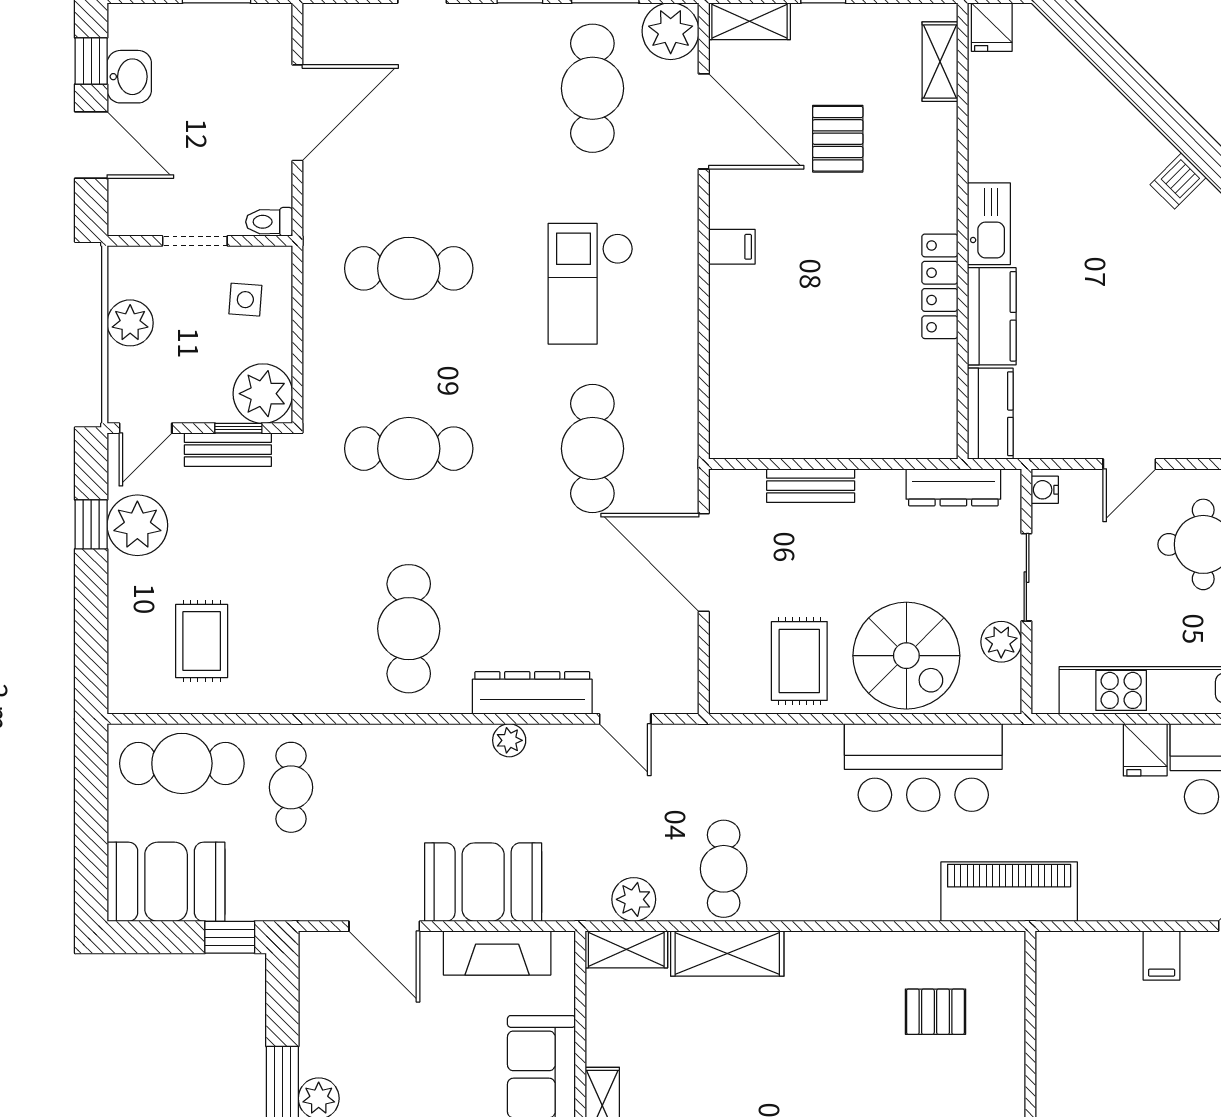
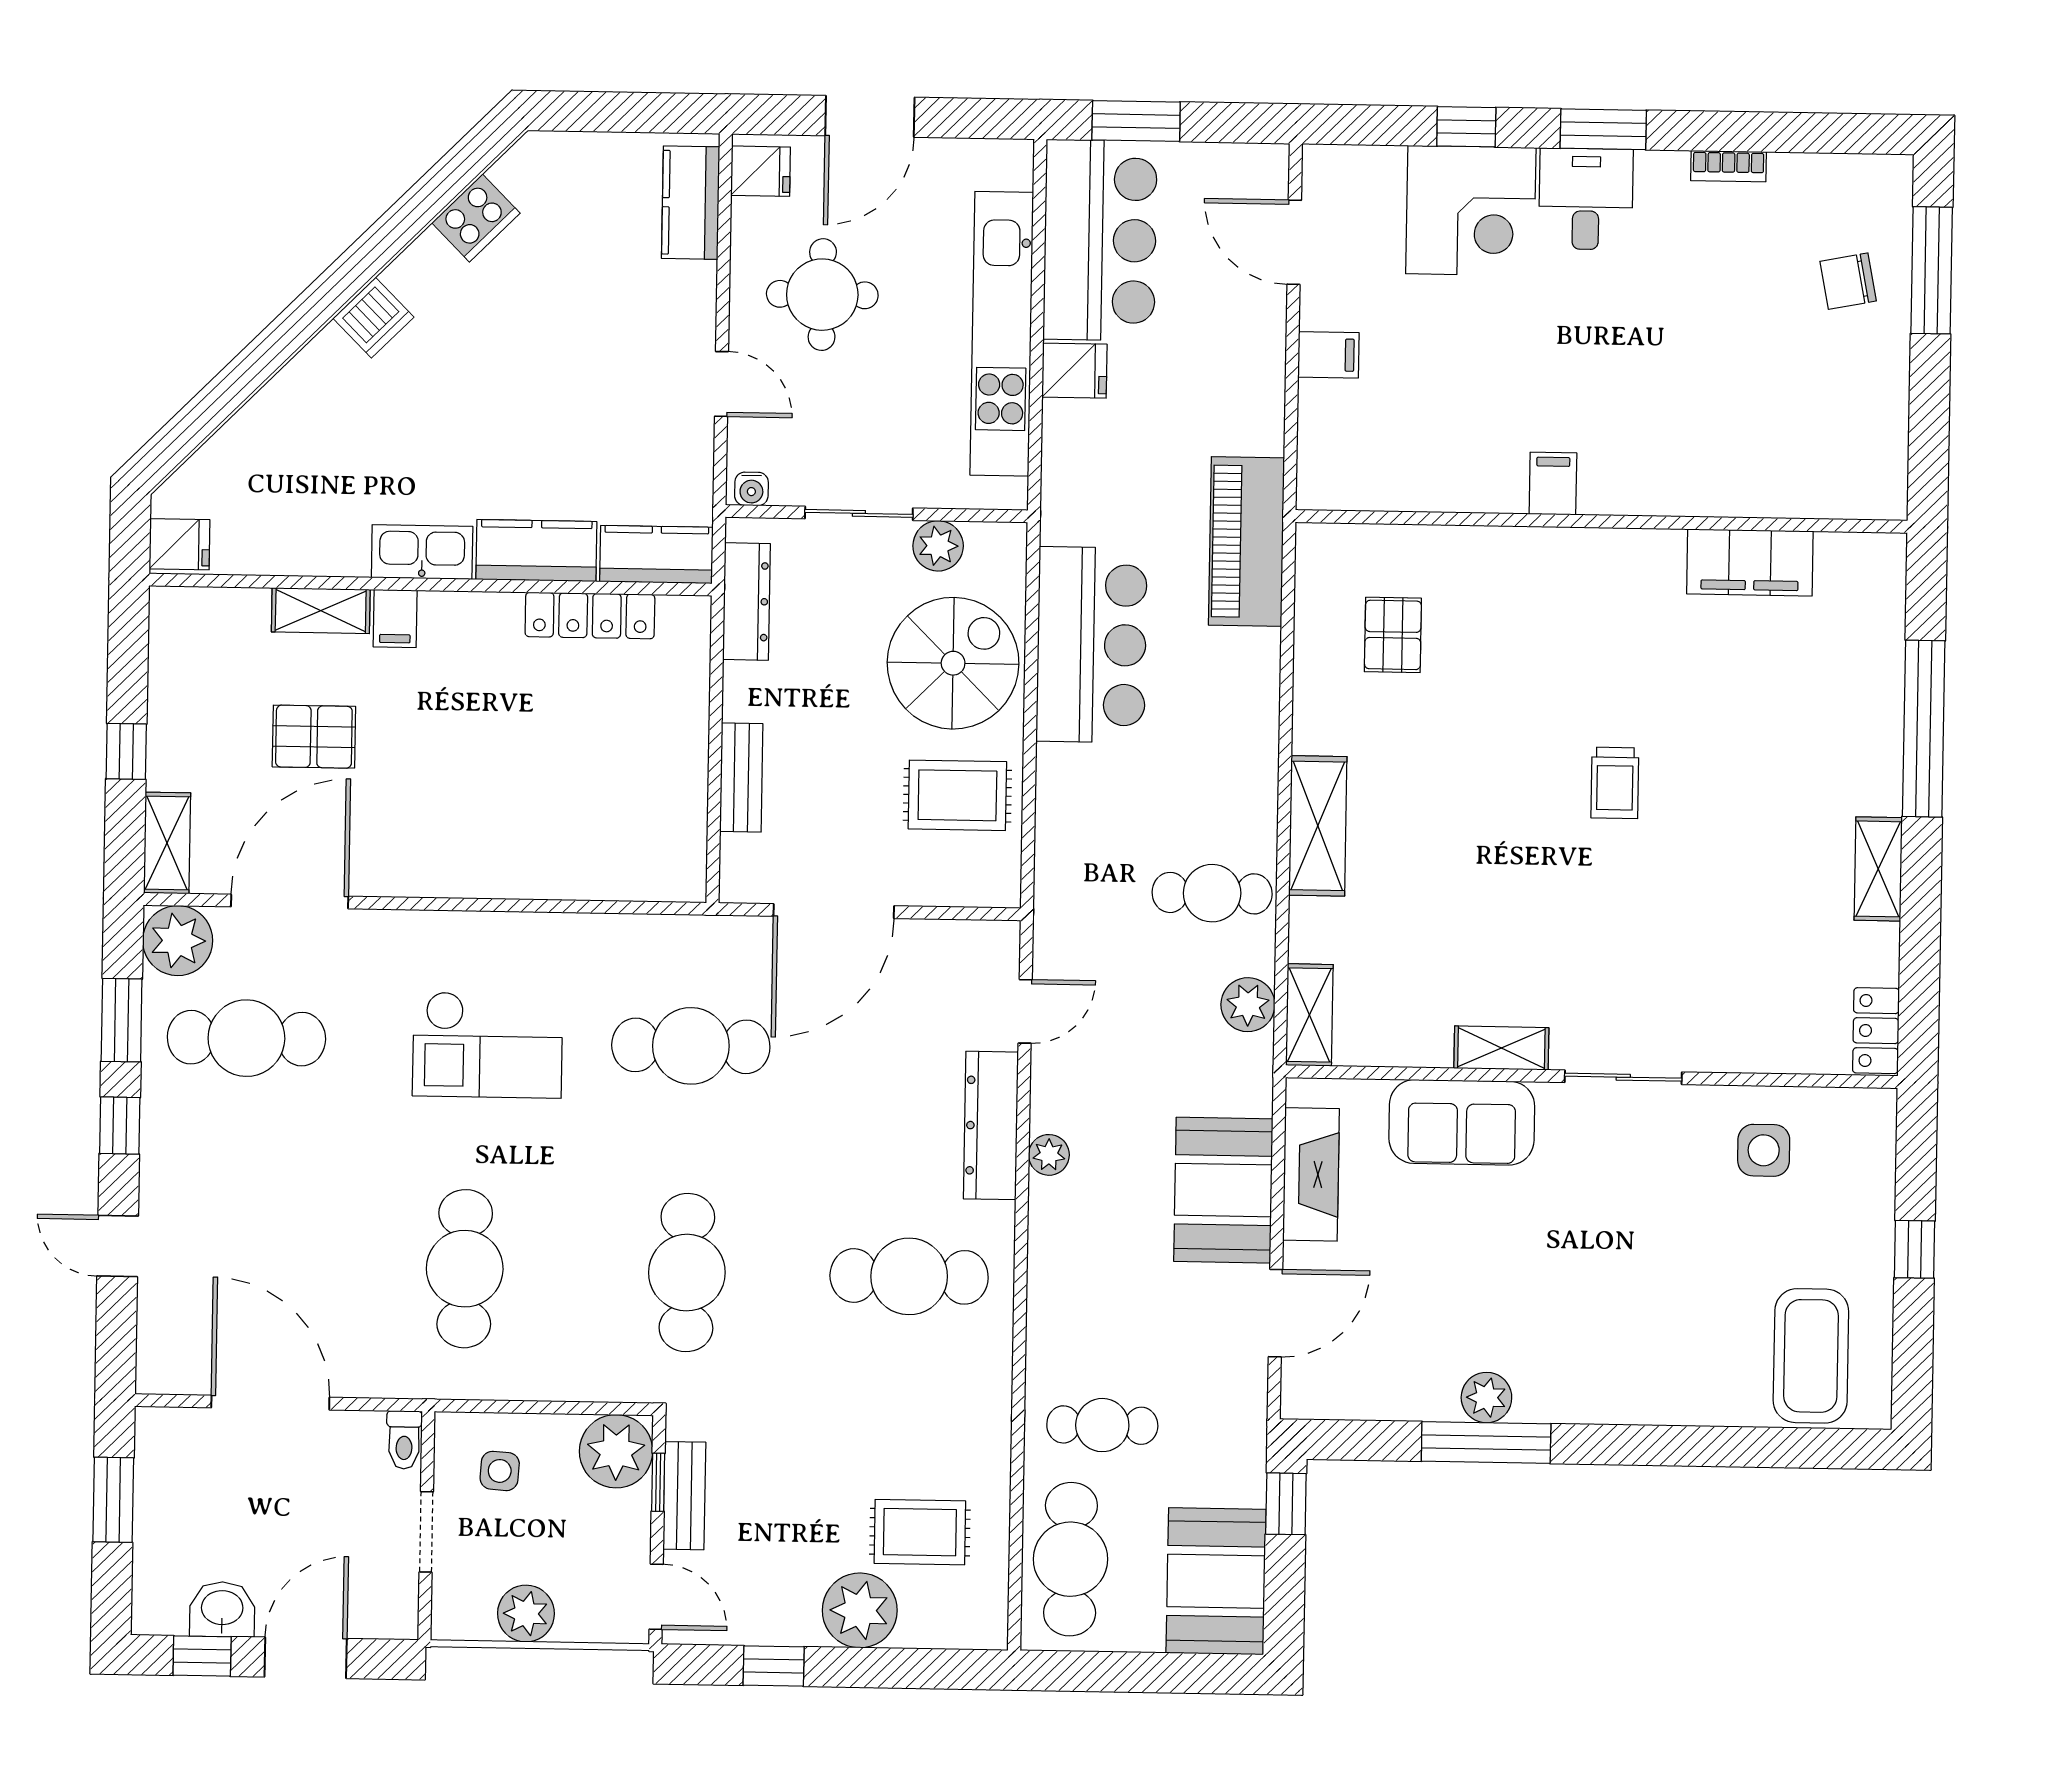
shelving: (940, 62) -> (321, 611), moved
dishwasher: (1178, 181) -> (373, 318), width x1.38
filing cabinet: (732, 247) -> (395, 619), moved, turned 180
locker: (940, 286) -> (590, 615), moved
plant: (137, 525) -> (860, 1610), moved
shelving: (727, 954) -> (1318, 826), moved

